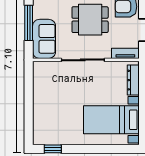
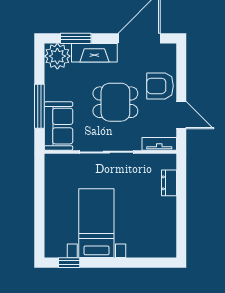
dresser: (133, 80) -> (169, 183), width x0.70
bed with nightstands: (111, 120) -> (96, 223), moved, turned 90

